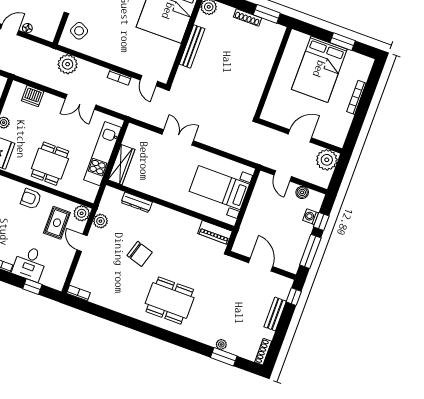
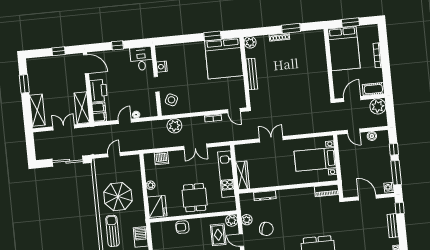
wall: (273, 73) -> (329, 64), moved
cot: (331, 136) -> (373, 89), added
armchair: (31, 199) -> (182, 227), moved
washing machine: (311, 217) -> (389, 187), moved
chair: (140, 254) -> (266, 229), moved

